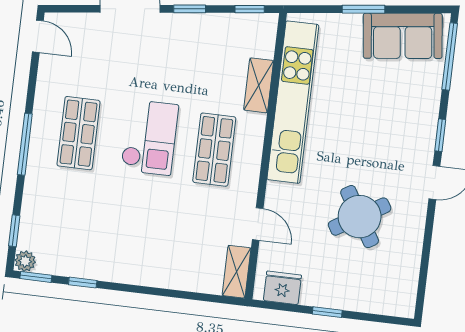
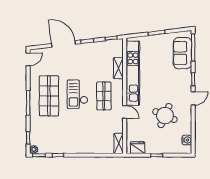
door: (38, 36) -> (28, 59), hinge flipped
sofa: (403, 36) -> (182, 53), moved, turned 97
shop shelf: (79, 133) -> (49, 96), width x1.43, depth x1.36
checkout: (150, 137) -> (77, 94), turned 180
round table: (360, 217) -> (165, 116), turned -36
door: (258, 224) -> (125, 112), moved
water cooler: (406, 284) -> (187, 140), added

